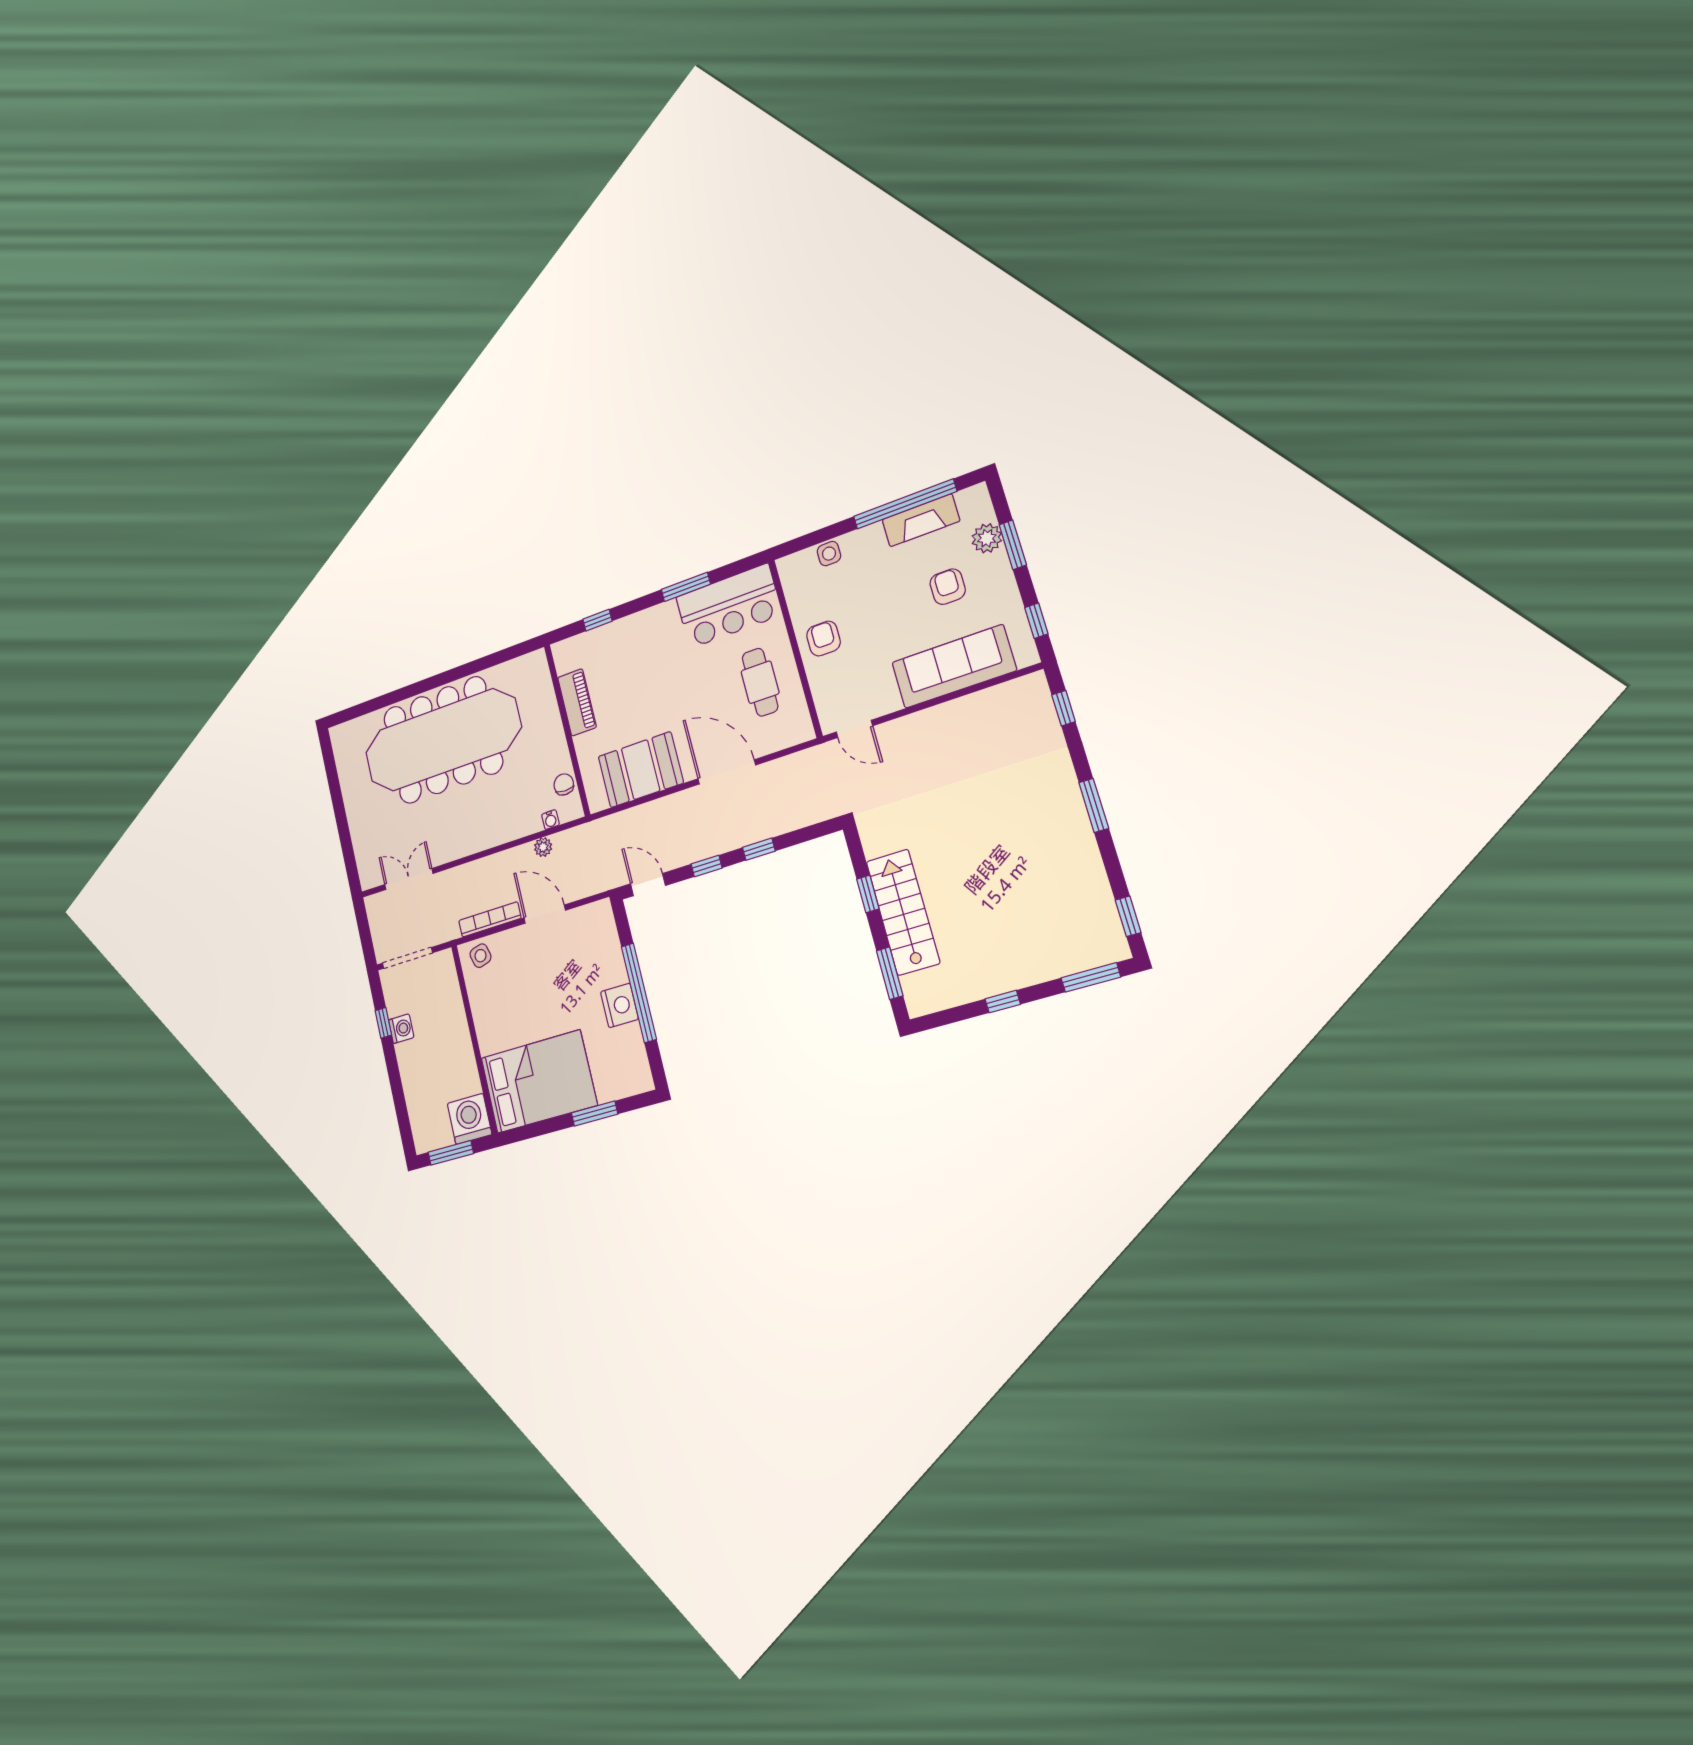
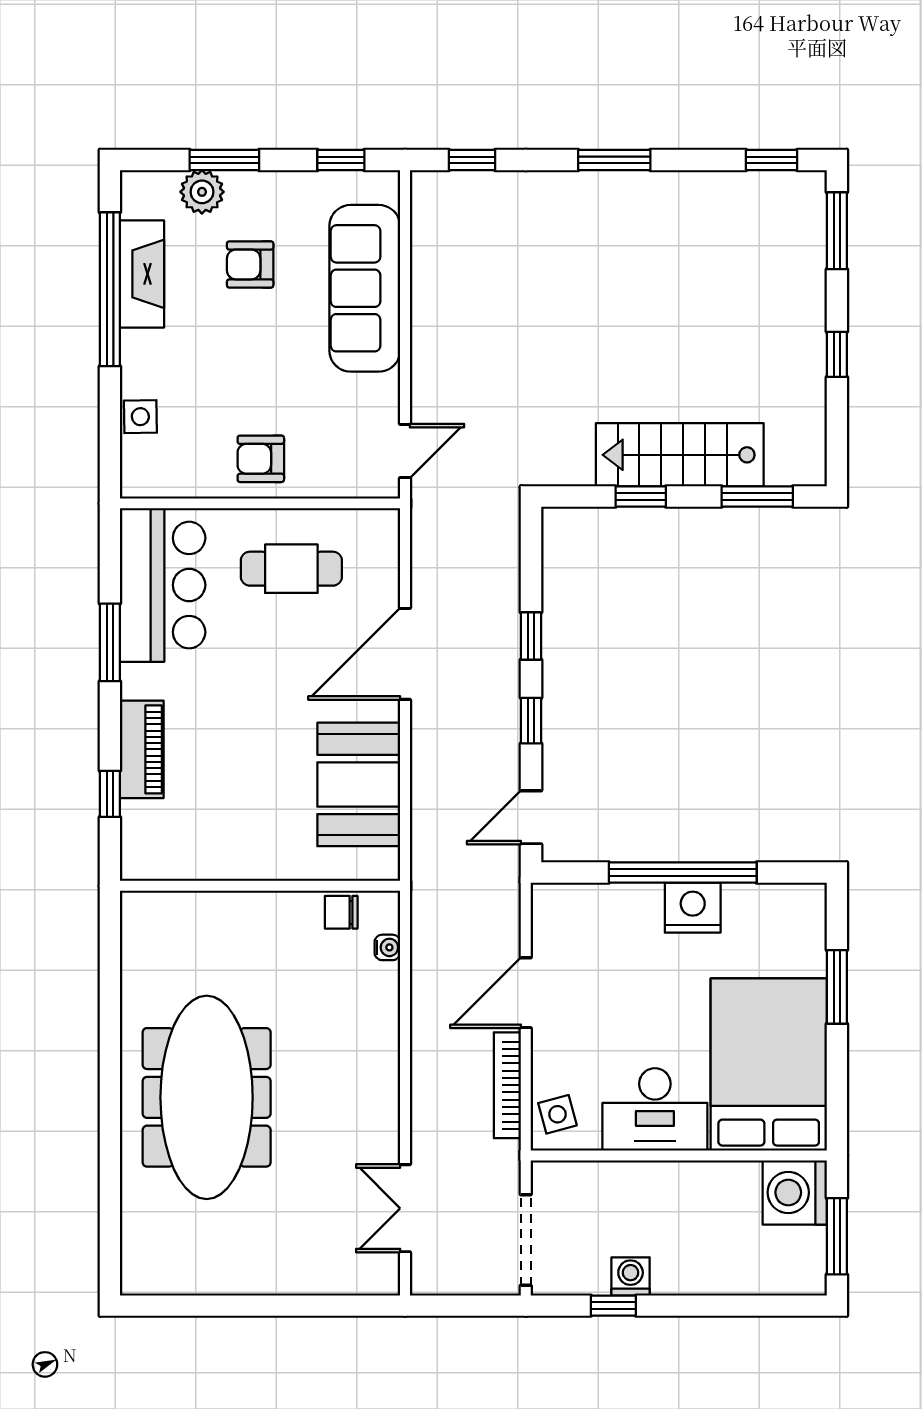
piano: (577, 702) -> (142, 749), moved, turned 90
meeting table: (443, 740) -> (207, 1097), width x0.73, depth x0.79
plant: (543, 847) -> (425, 970), removed
desk: (497, 1016) -> (655, 1109), added

